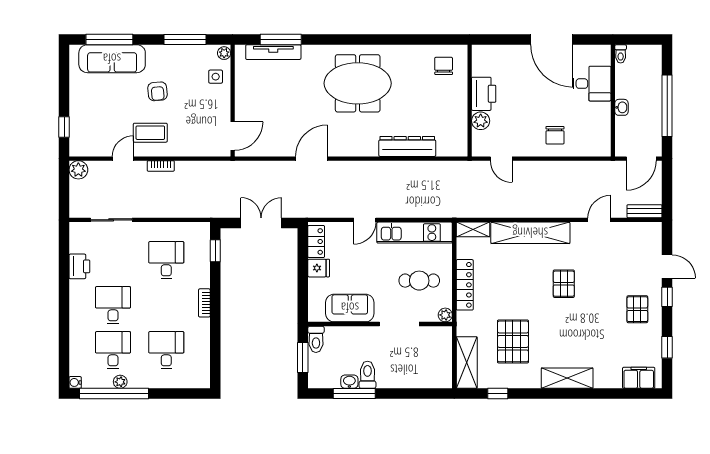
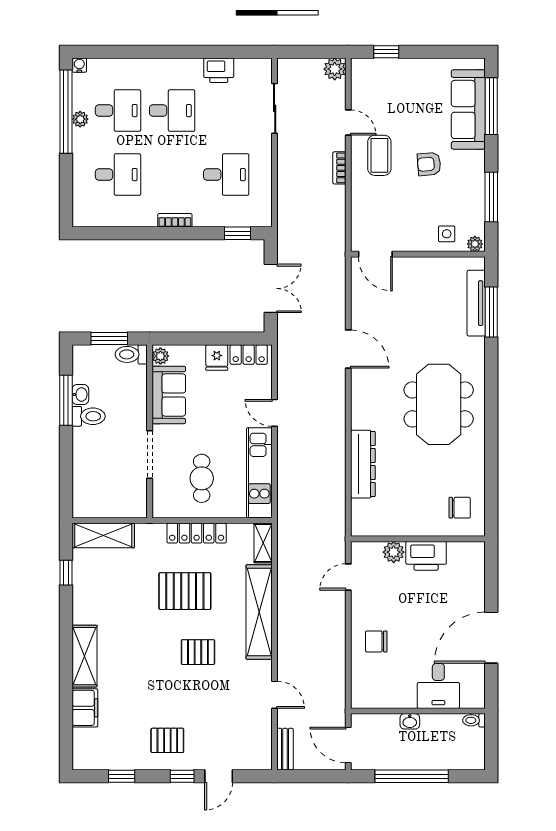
plant: (445, 315) -> (160, 356), moved
pallet: (513, 341) -> (185, 591), moved
filing cabinet: (639, 378) -> (85, 708), moved

